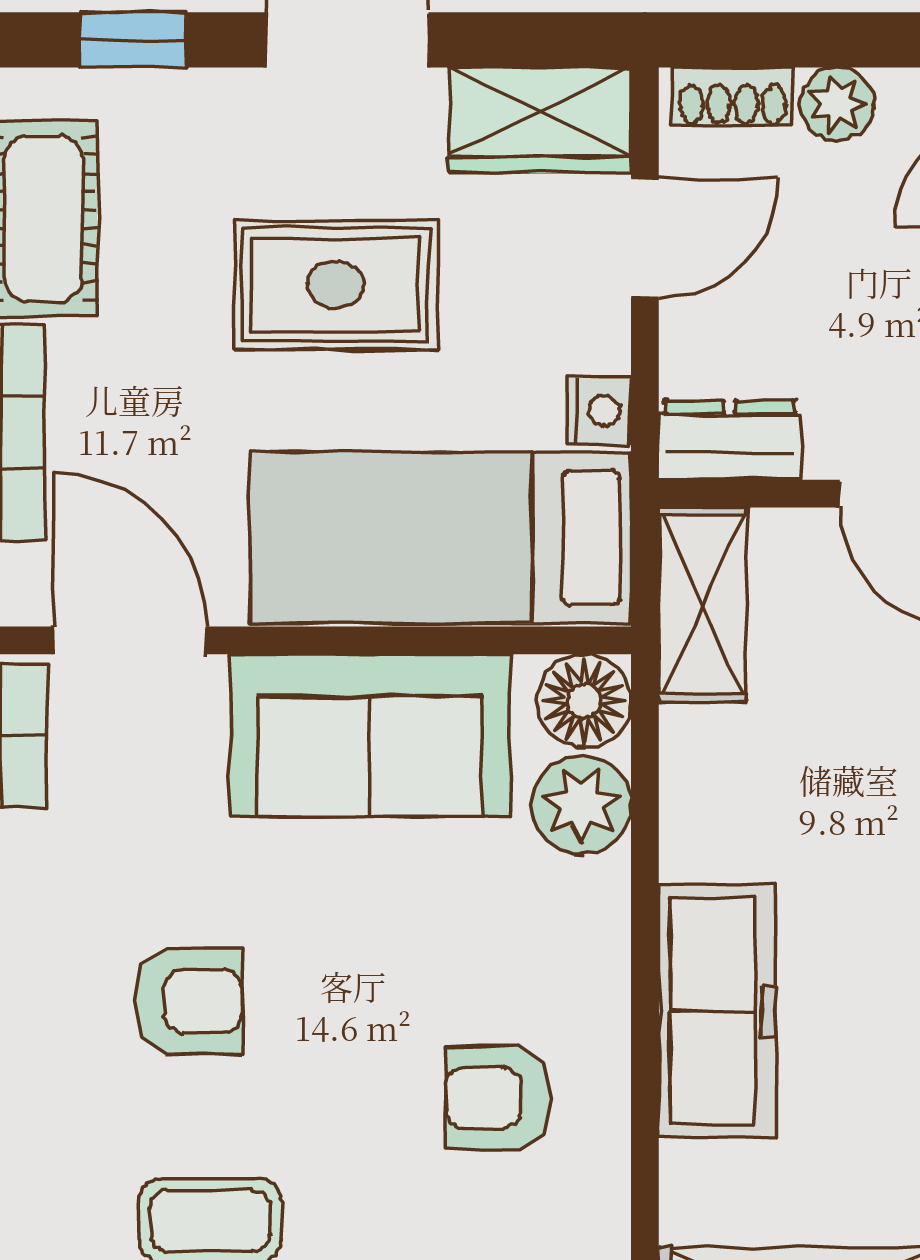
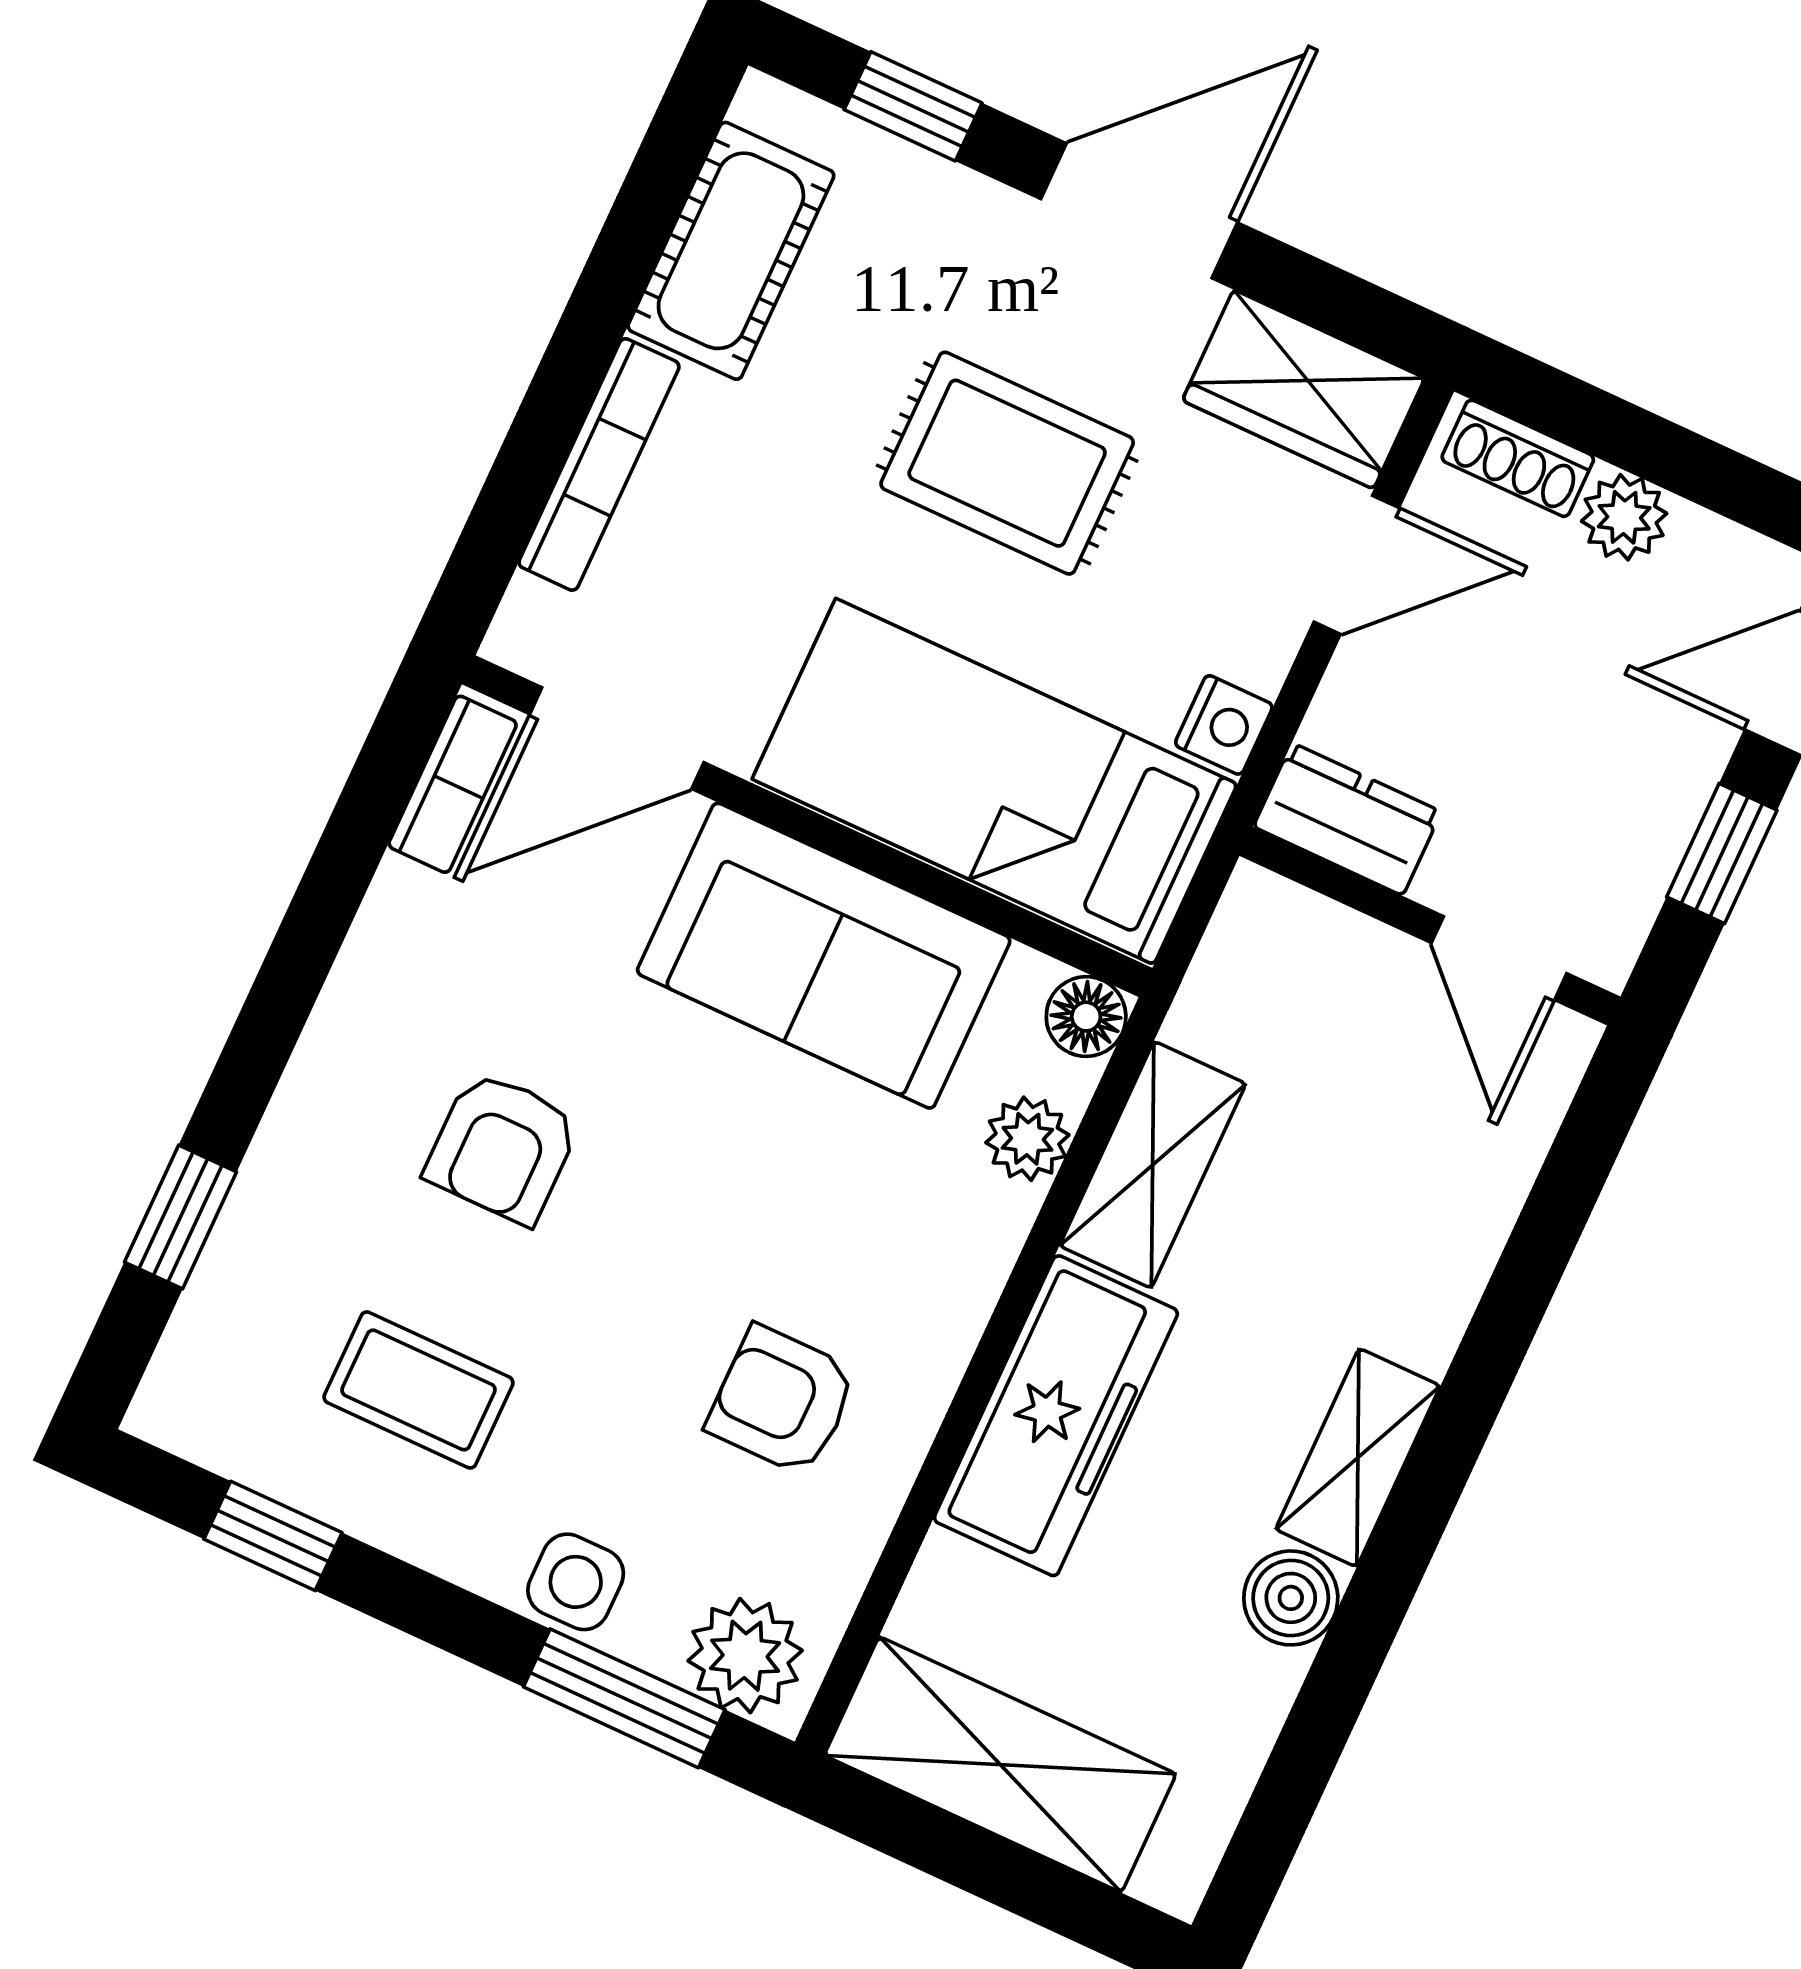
shelving: (702, 605) -> (1153, 1165), moved
door: (130, 640) -> (617, 738), swing flipped
floor lamp: (584, 701) -> (1086, 1017), width x0.73, depth x0.73
plant: (582, 805) -> (1027, 1139), width x0.73, depth x0.73
armchair: (188, 1001) -> (502, 1147), turned 90

